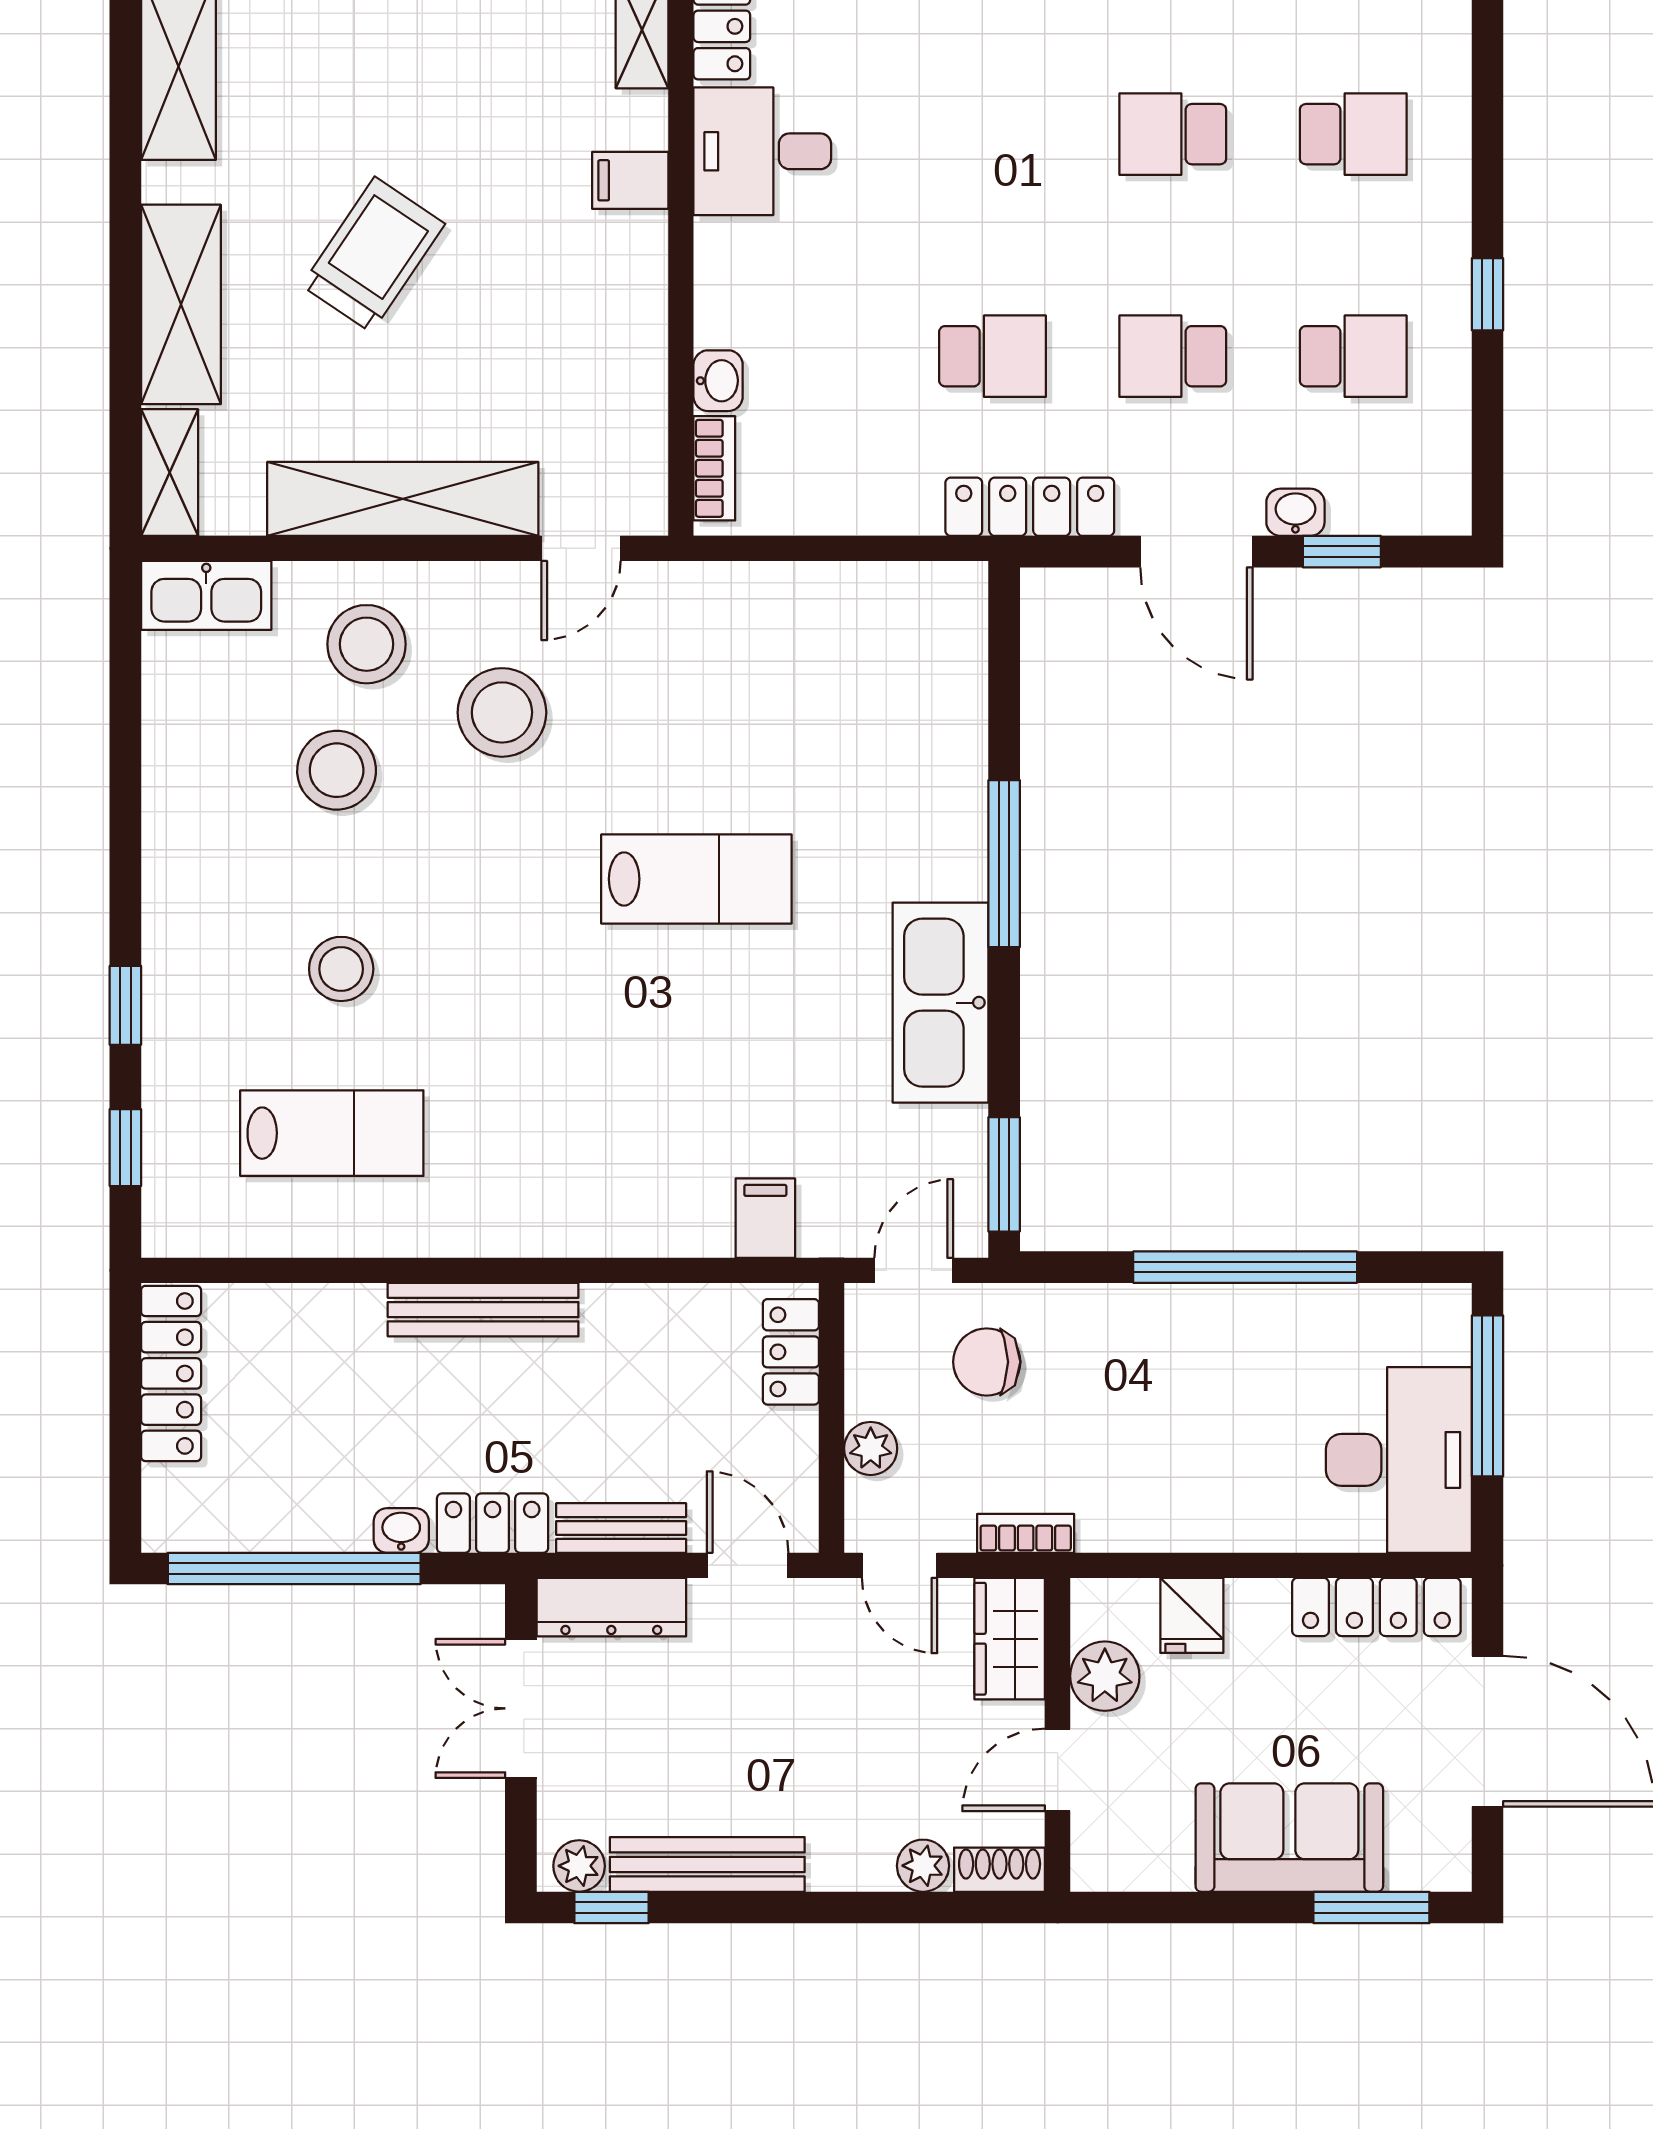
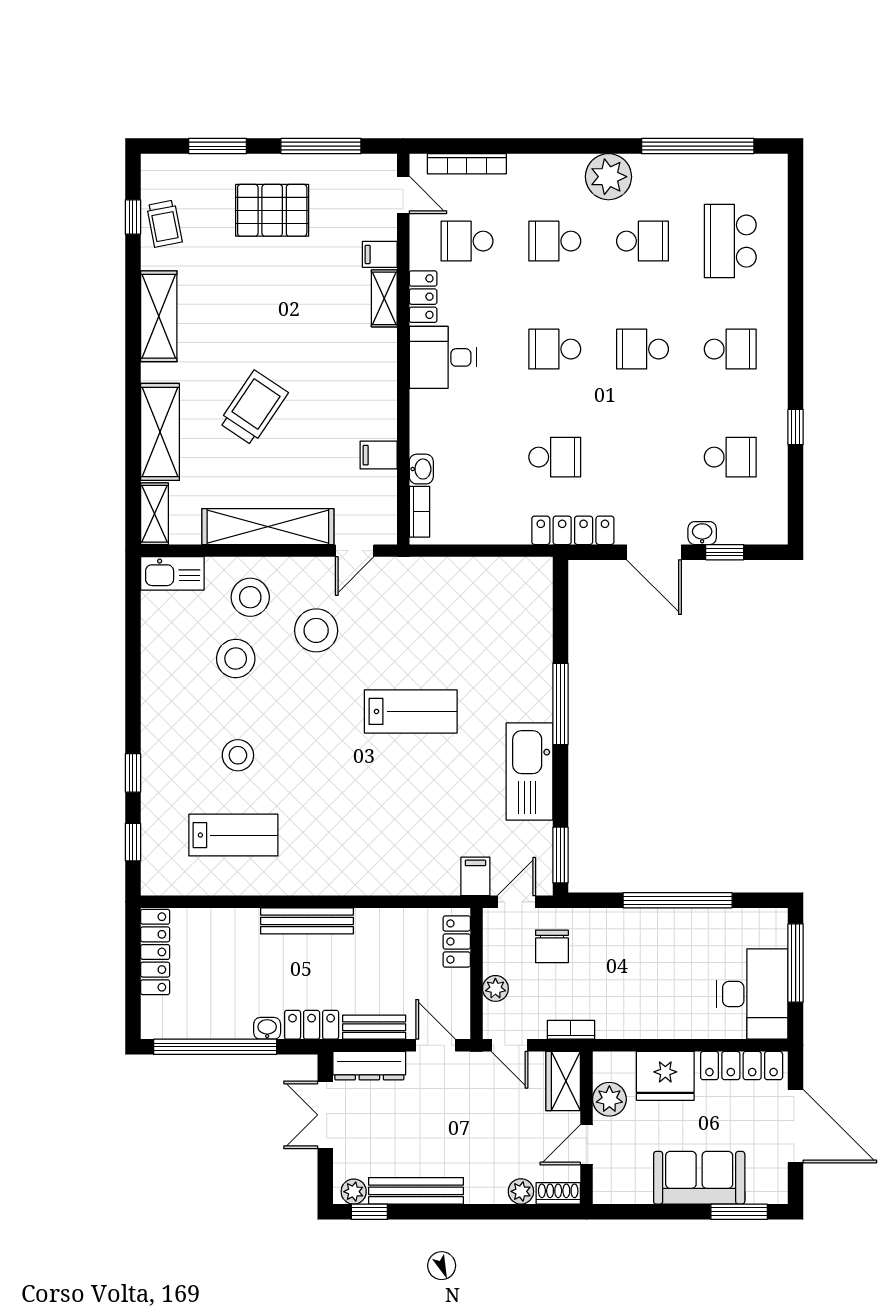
filing cabinet: (630, 180) -> (379, 455), moved
school desk: (1173, 356) -> (555, 349), moved
filing cabinet: (765, 1218) -> (475, 876), moved
chair: (987, 1362) -> (552, 946), turned -90
fridge: (1192, 1615) -> (665, 1076), width x1.88, depth x1.34

